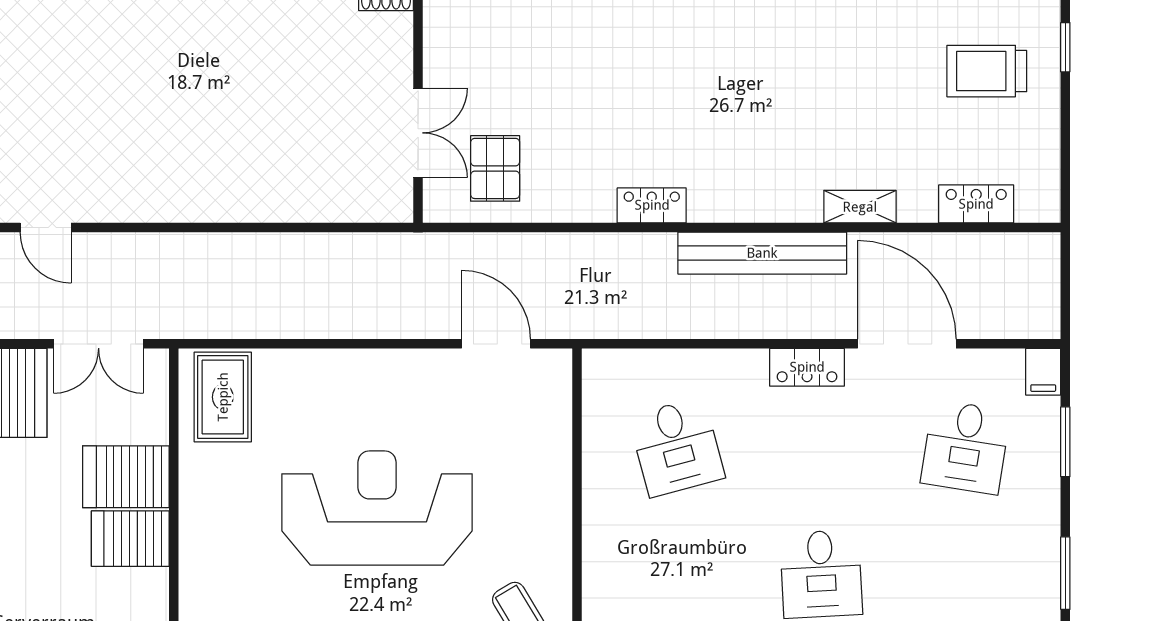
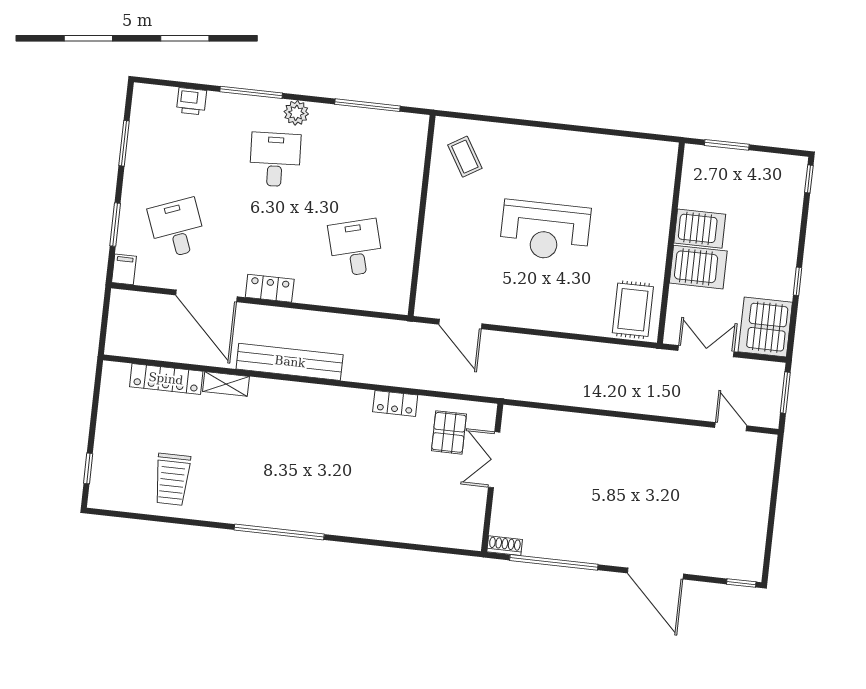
trolley: (987, 71) -> (172, 479), moved, turned 90
locker: (976, 204) -> (166, 379), width x1.53
locker: (652, 205) -> (395, 403), moved
desk: (966, 447) -> (177, 228), turned -30
reception desk: (377, 508) -> (545, 231), width x0.74, depth x0.77

